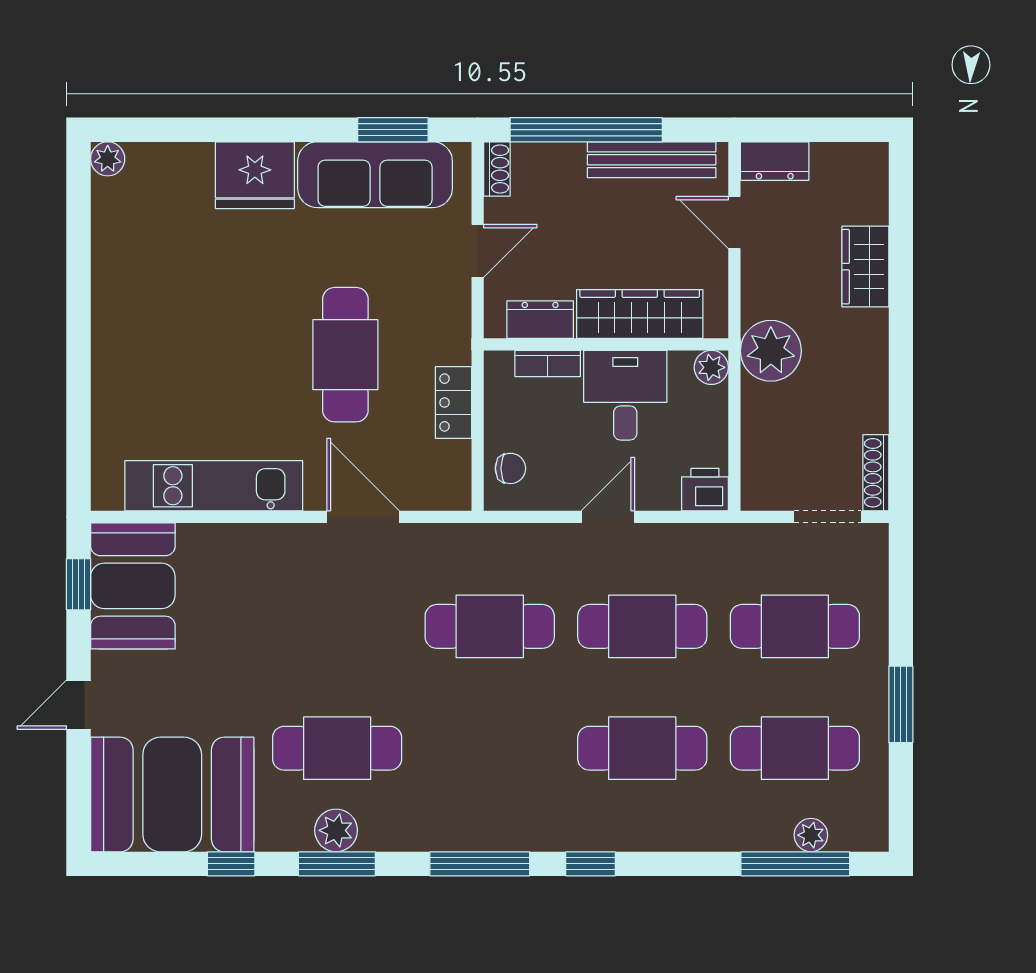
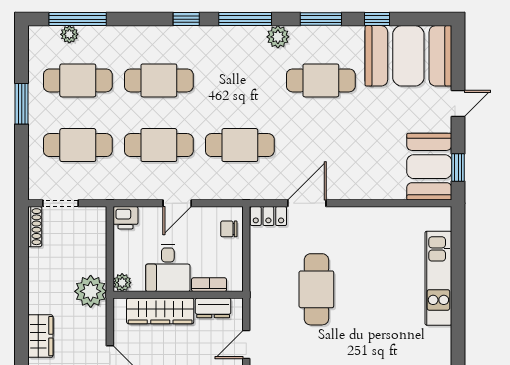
locker: (454, 402) -> (268, 216), moved, turned 90
kitchen unit: (214, 486) -> (438, 278), moved, turned 90
door: (363, 517) -> (307, 203), swing flipped
plant: (336, 830) -> (278, 37), moved

